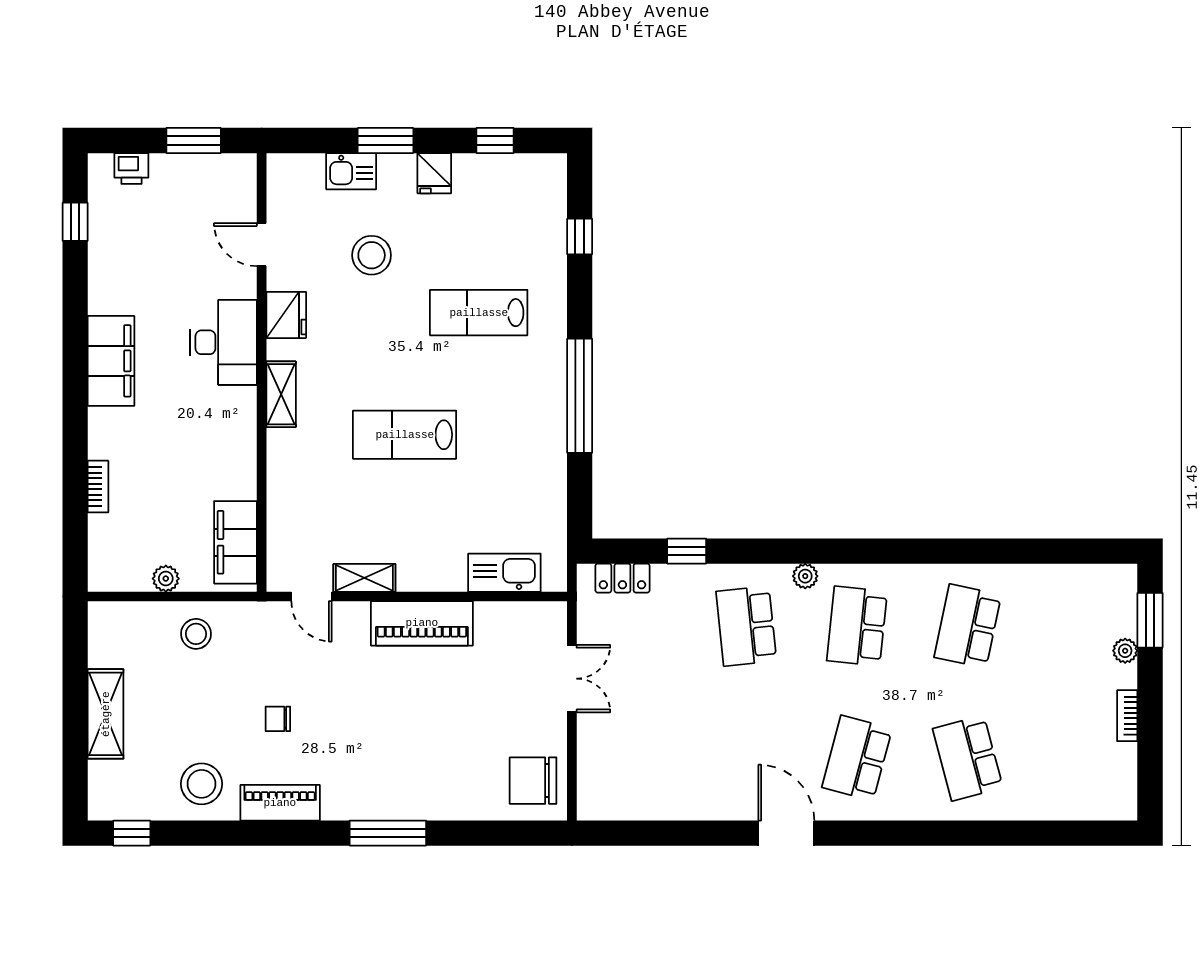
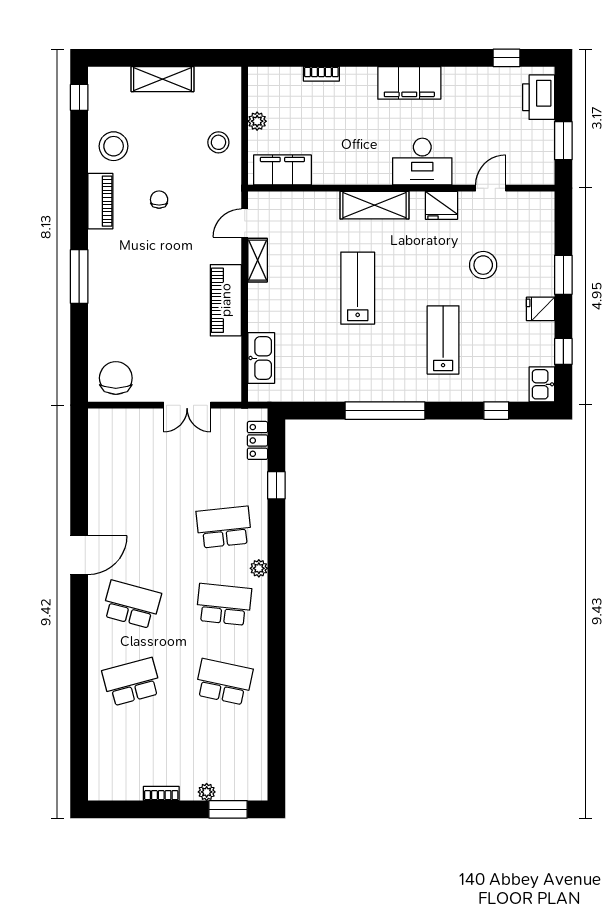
printer: (131, 168) -> (539, 97), width x1.87, depth x1.48
kitchen sink: (351, 171) -> (542, 384), moved
shelving: (281, 394) -> (374, 205), width x1.50, depth x1.33

